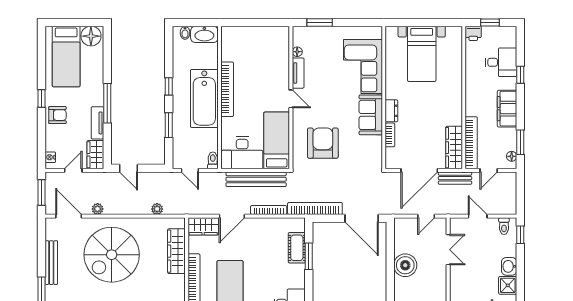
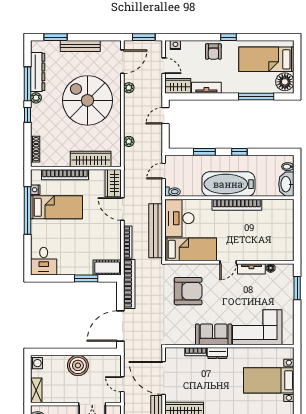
window: (107, 103) -> (256, 96), moved
cot: (297, 248) -> (107, 268), moved

